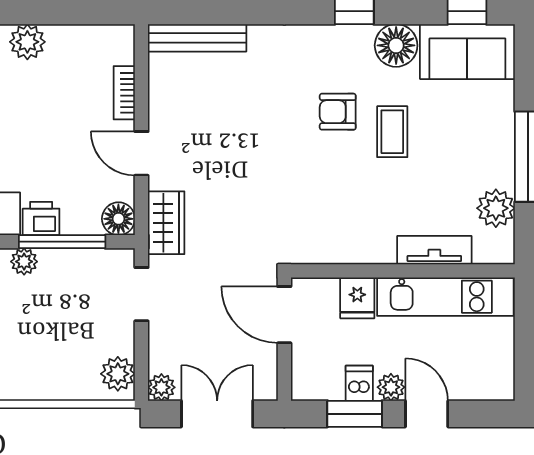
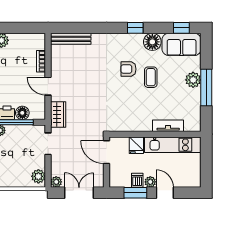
plant: (496, 208) -> (193, 80), moved
floor lamp: (118, 219) -> (22, 113), moved

